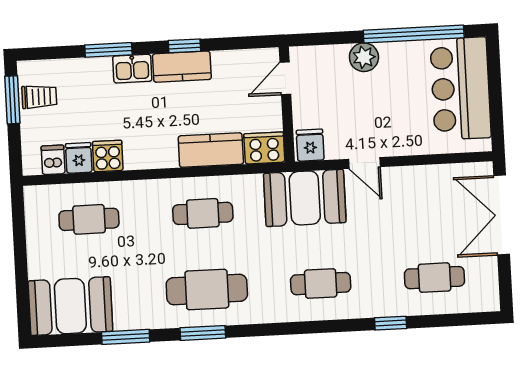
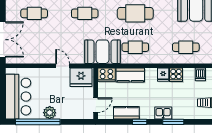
plant: (364, 57) -> (50, 113), moved
kitchen counter: (182, 67) -> (126, 113), moved
fridge: (310, 145) -> (81, 77), width x1.88, depth x1.34
fridge: (79, 158) -> (163, 75), moved
booth: (305, 198) -> (102, 52), moved

